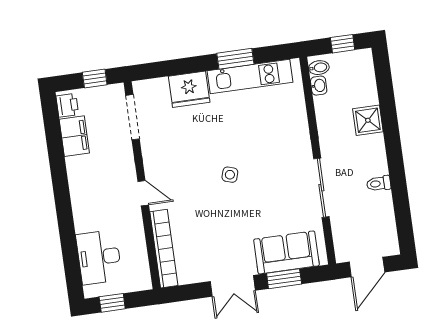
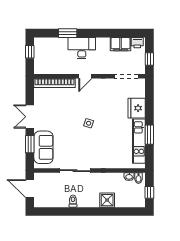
window: (68, 237) -> (68, 33), added
desk: (99, 257) -> (82, 48), moved

